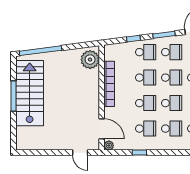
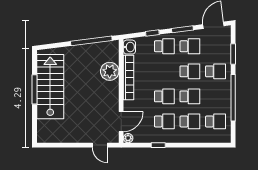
window: (40, 51) -> (91, 41), moved
washbasin: (110, 53) -> (129, 47), added
plant: (90, 60) -> (110, 71), moved
school desk: (146, 78) -> (164, 71), removed
door: (102, 129) -> (121, 122), hinge flipped

